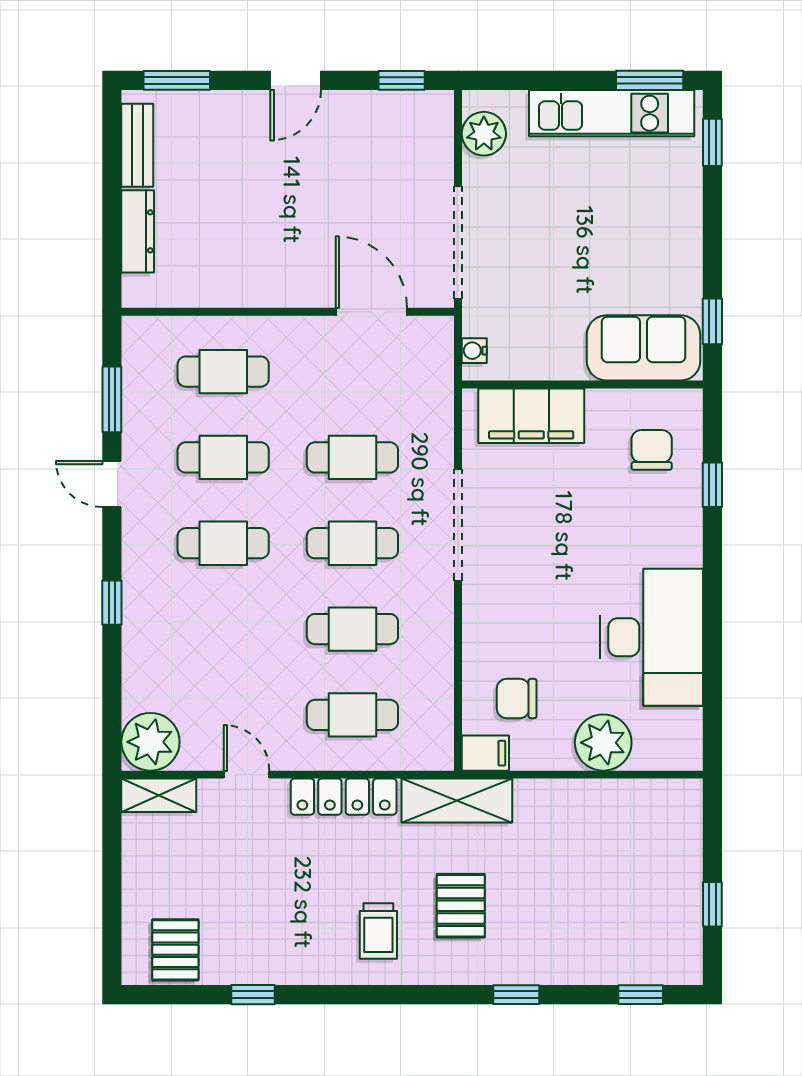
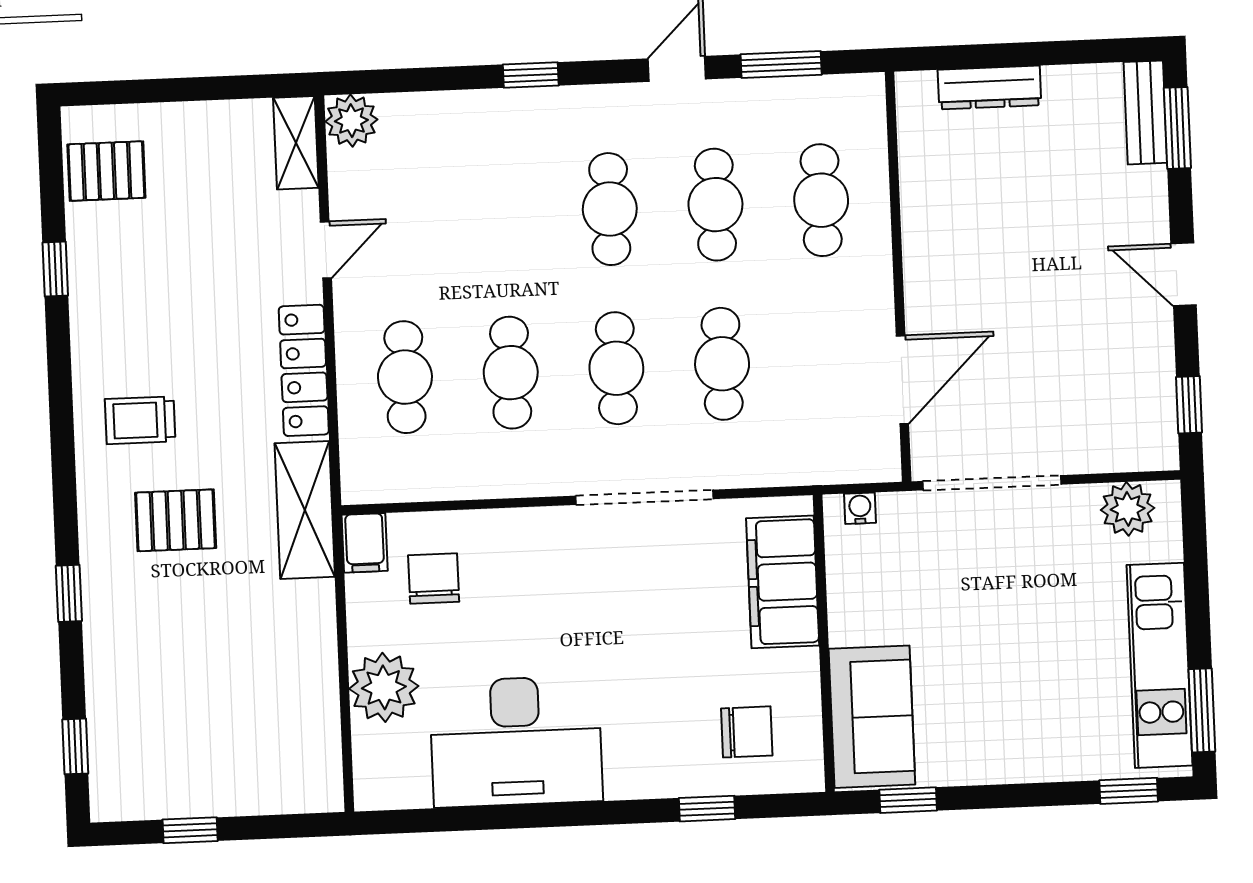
bench: (137, 145) -> (1145, 112), moved, turned 90
plant: (150, 742) -> (351, 121), width x0.73, depth x0.73

